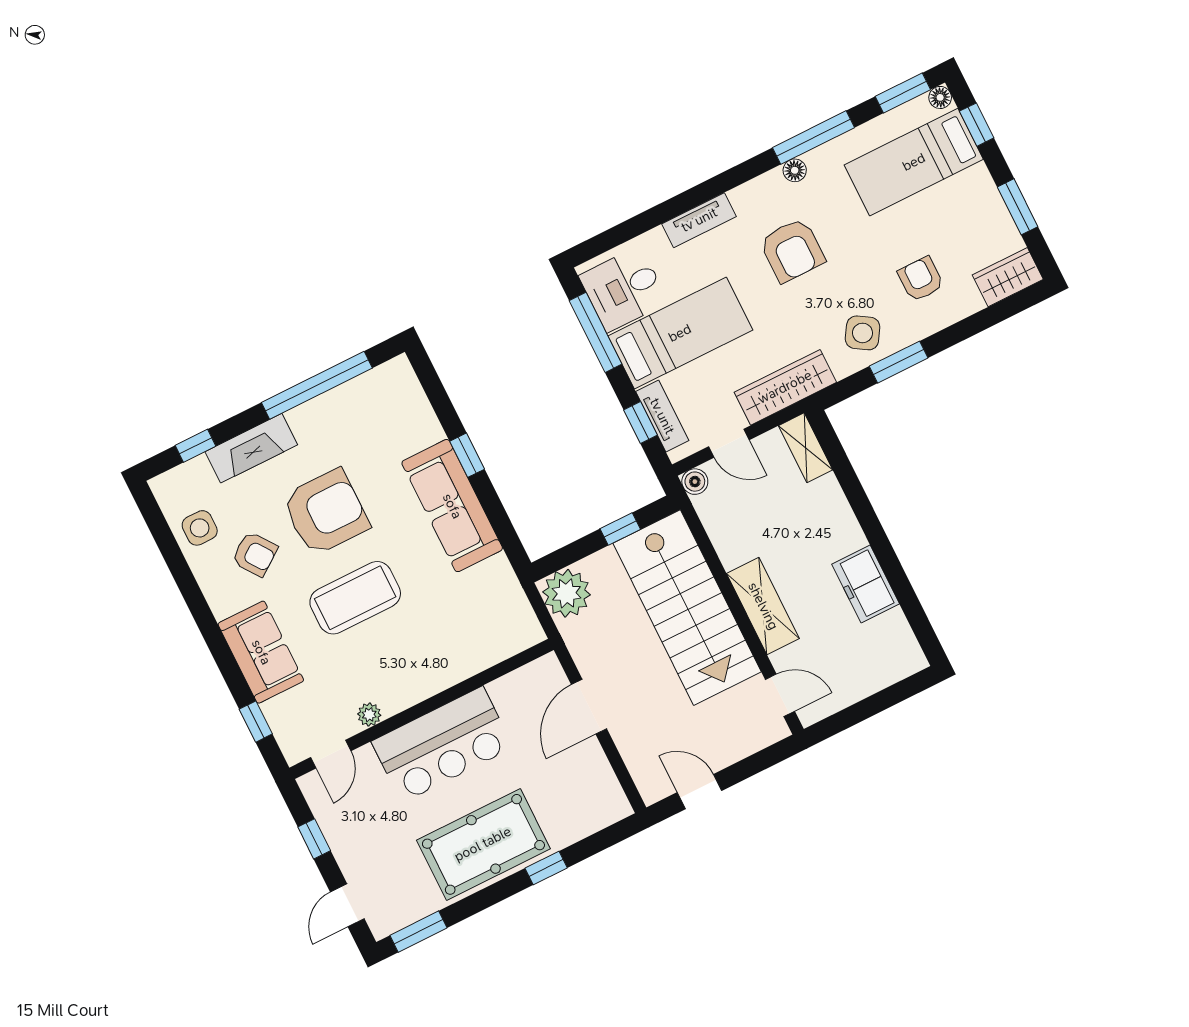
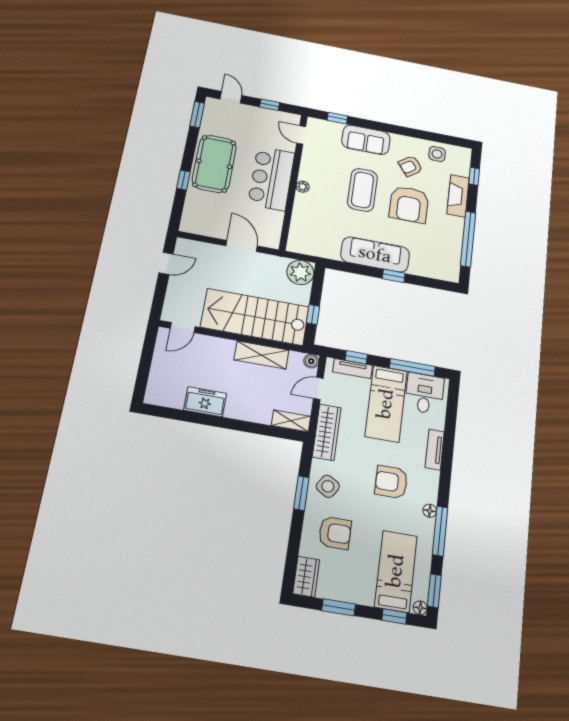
armchair: (921, 279) -> (335, 533), width x1.38, depth x1.38
shelving: (763, 606) -> (262, 355), moved
plant: (369, 715) -> (303, 187), moved

